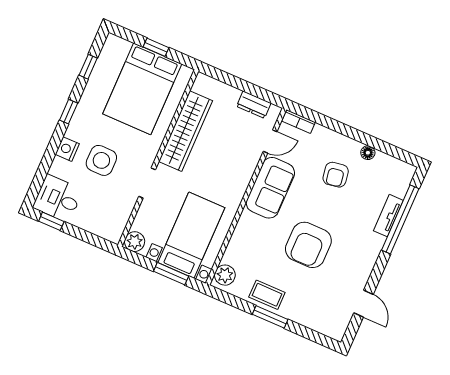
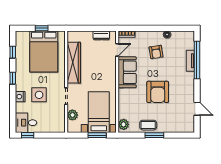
plant: (135, 242) -> (72, 115), moved

